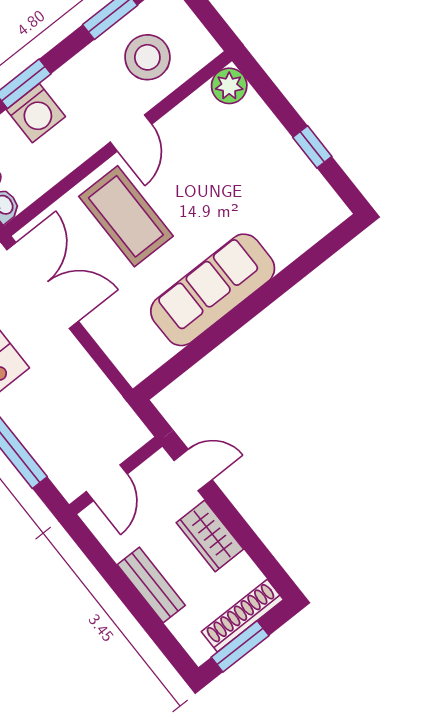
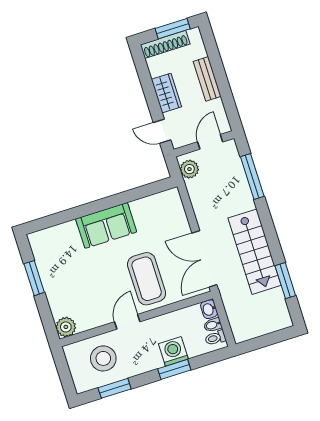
window: (312, 147) -> (34, 278), width x1.50
sofa: (213, 290) -> (106, 225), width x0.73
plant: (124, 425) -> (189, 169), added

